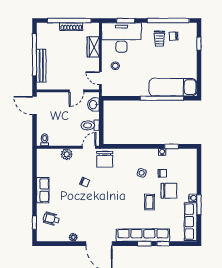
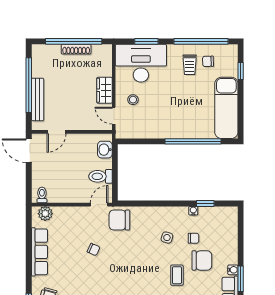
wardrobe: (93, 47) -> (105, 90), moved
exam couch: (173, 87) -> (226, 108), moved, turned -90
door: (76, 91) -> (57, 132), moved
plant: (67, 154) -> (45, 214), moved
chair: (105, 159) -> (119, 220), turned 90
row of seats: (43, 190) -> (39, 252), width x1.48

